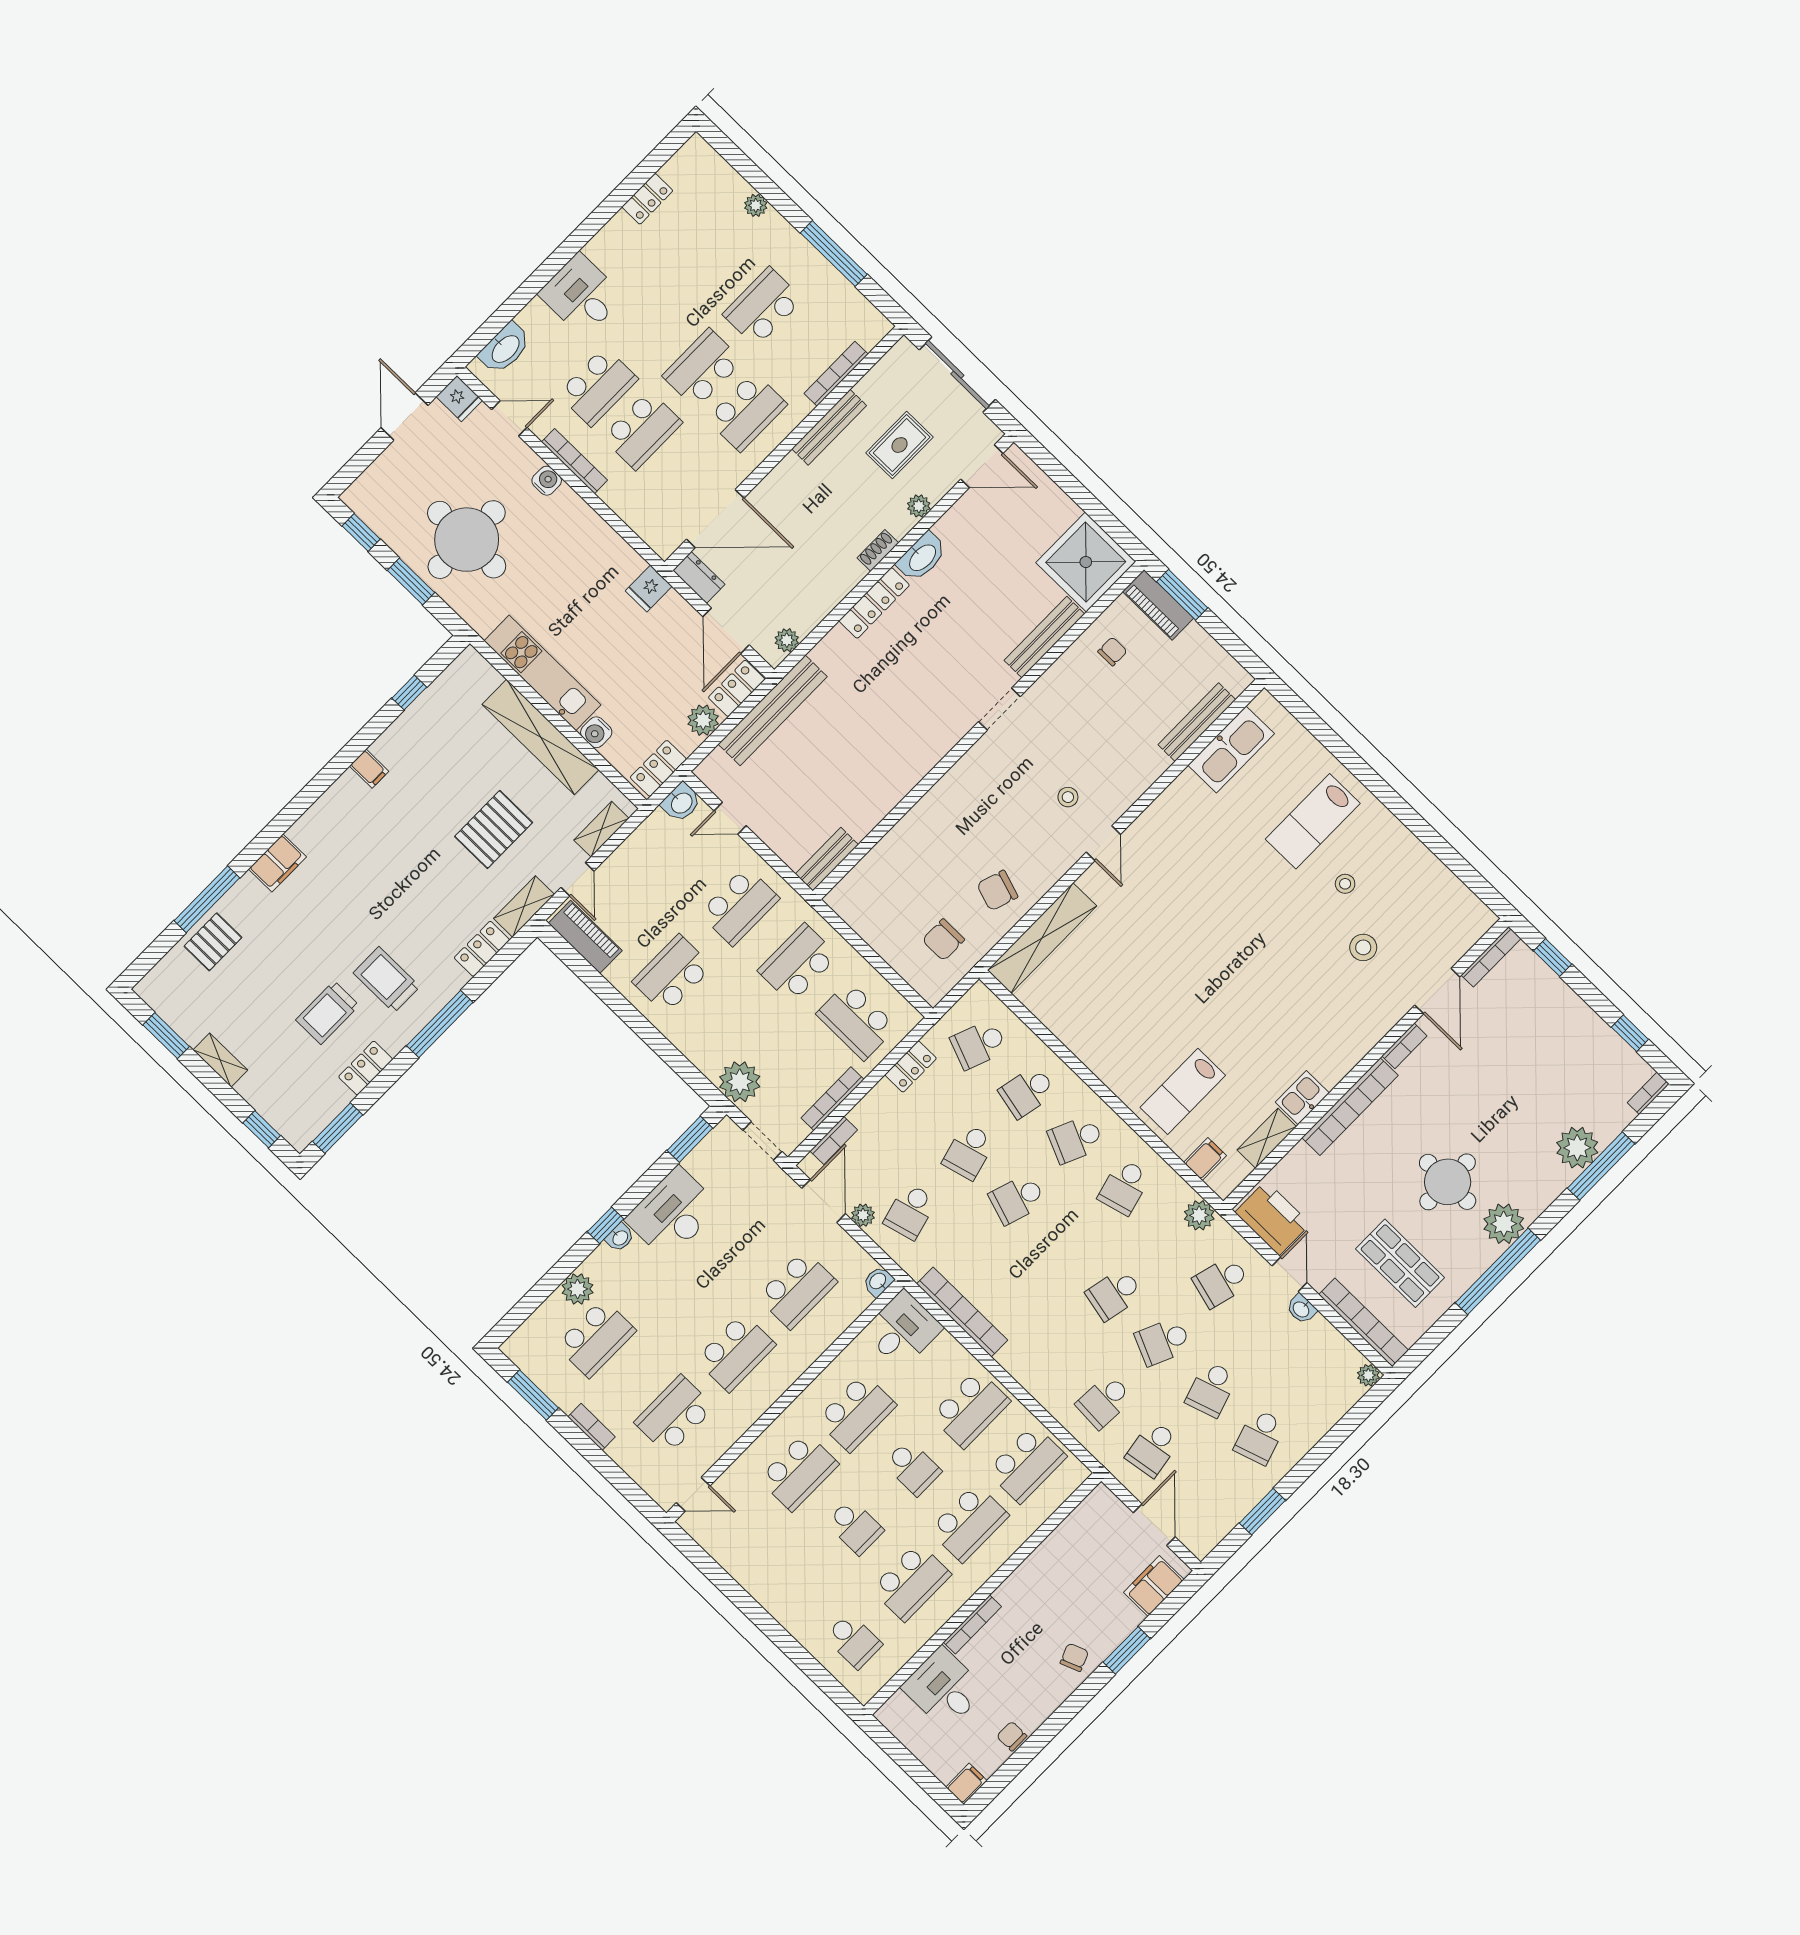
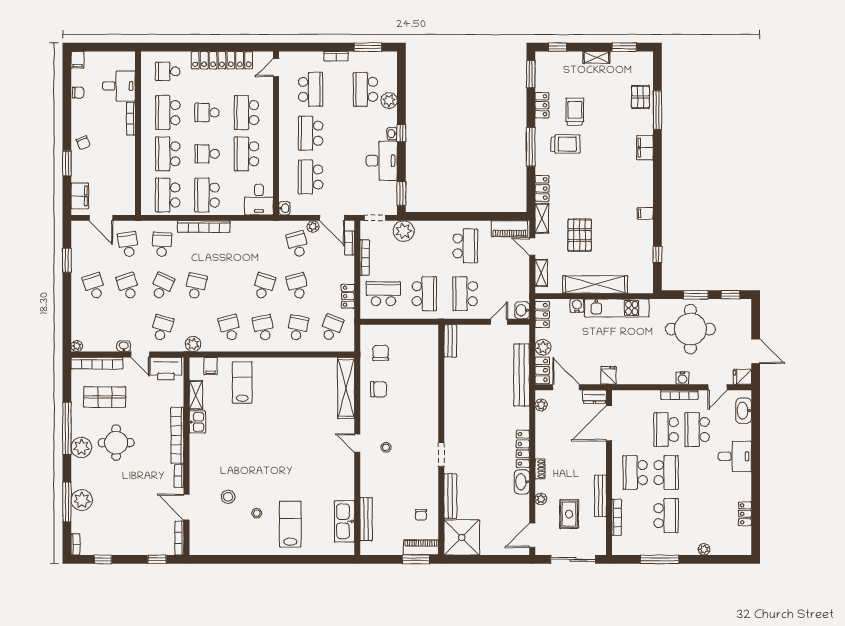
chair: (997, 891) -> (379, 389), turned 72
school desk: (1076, 1139) -> (264, 328), turned -36
bookcase: (962, 1312) -> (204, 227), moved
locker: (760, 1581) -> (222, 60), added

